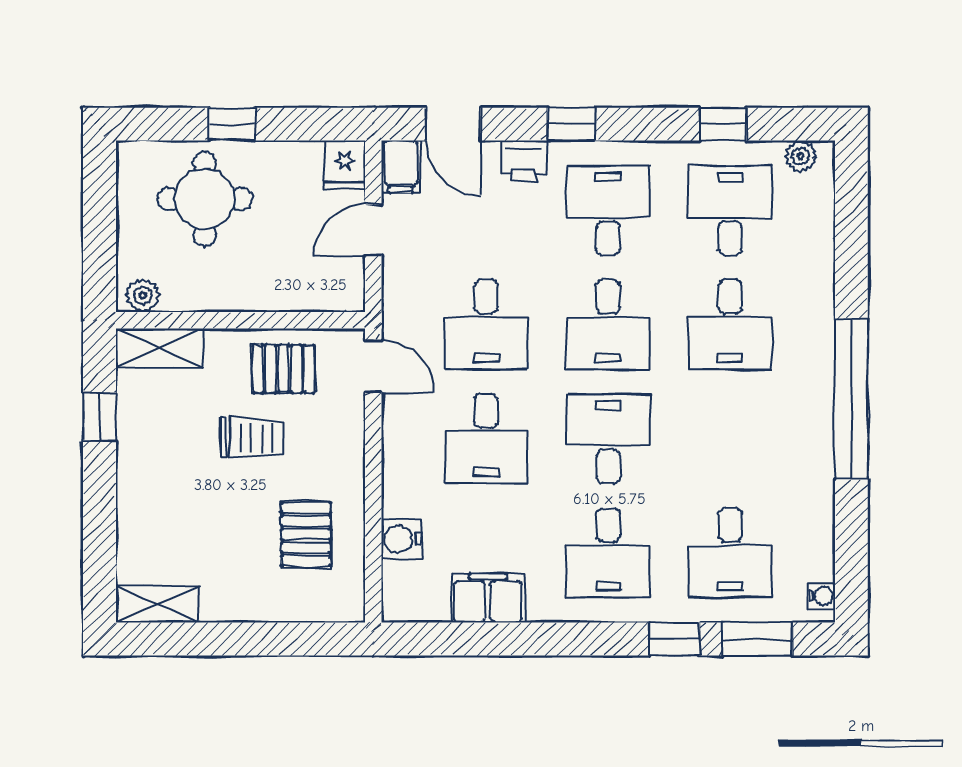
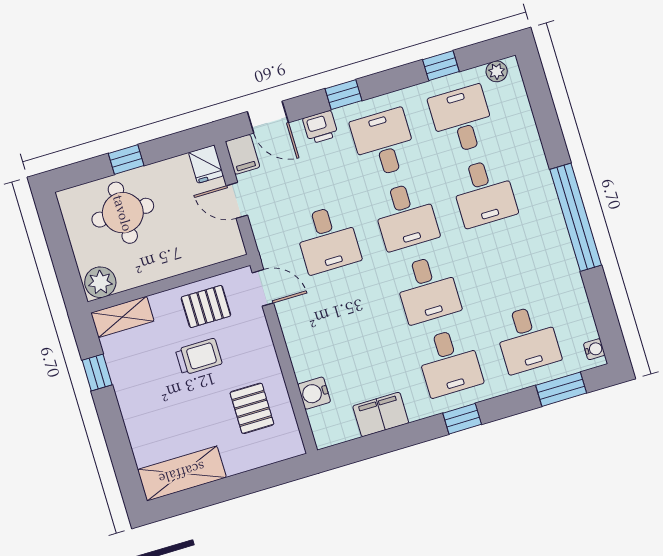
door: (373, 230) -> (237, 200), hinge flipped
plant: (143, 295) -> (100, 282), width x1.38, depth x1.38
desk: (486, 439) -> (349, 313), removed
desk: (608, 439) -> (427, 289), turned 180
shelving: (157, 604) -> (182, 473), width x1.50, depth x1.33
window: (674, 639) -> (462, 419), moved

